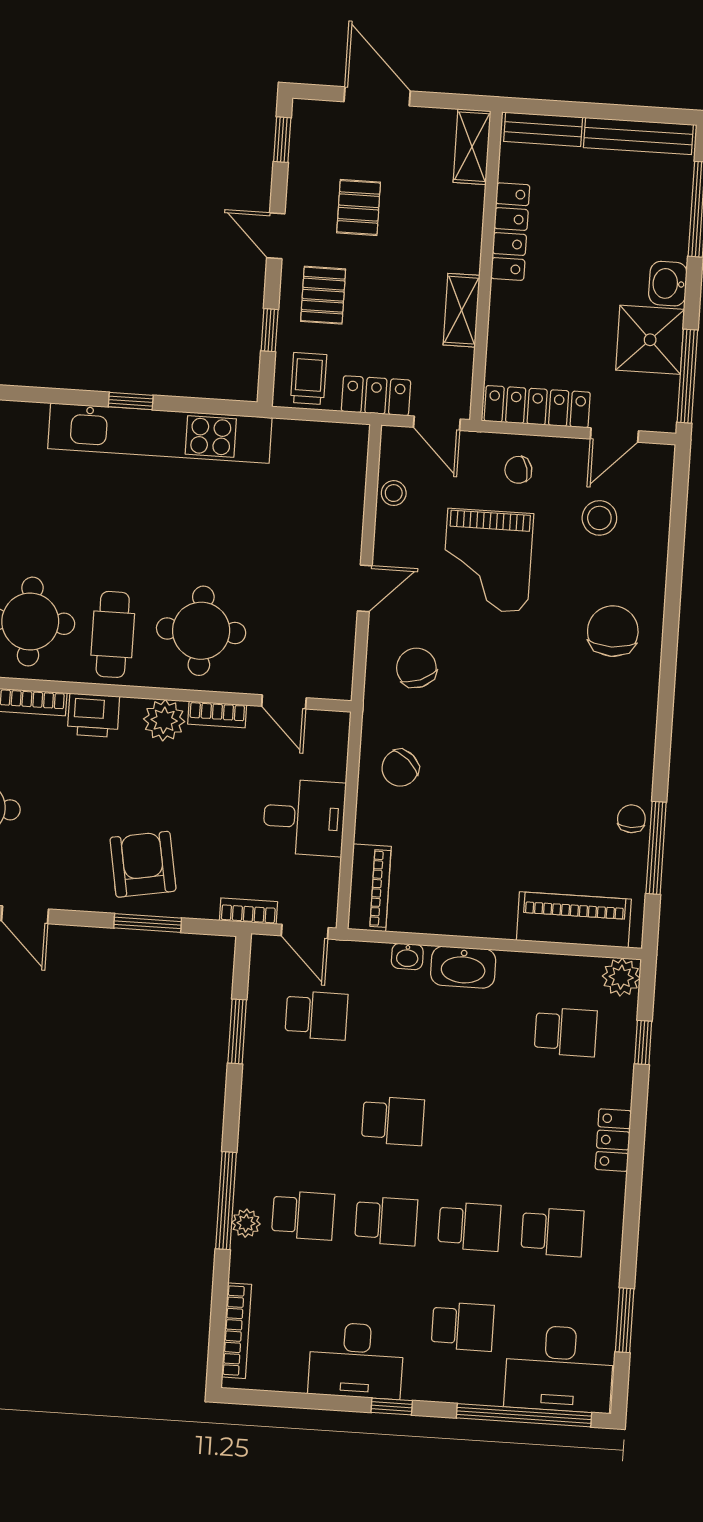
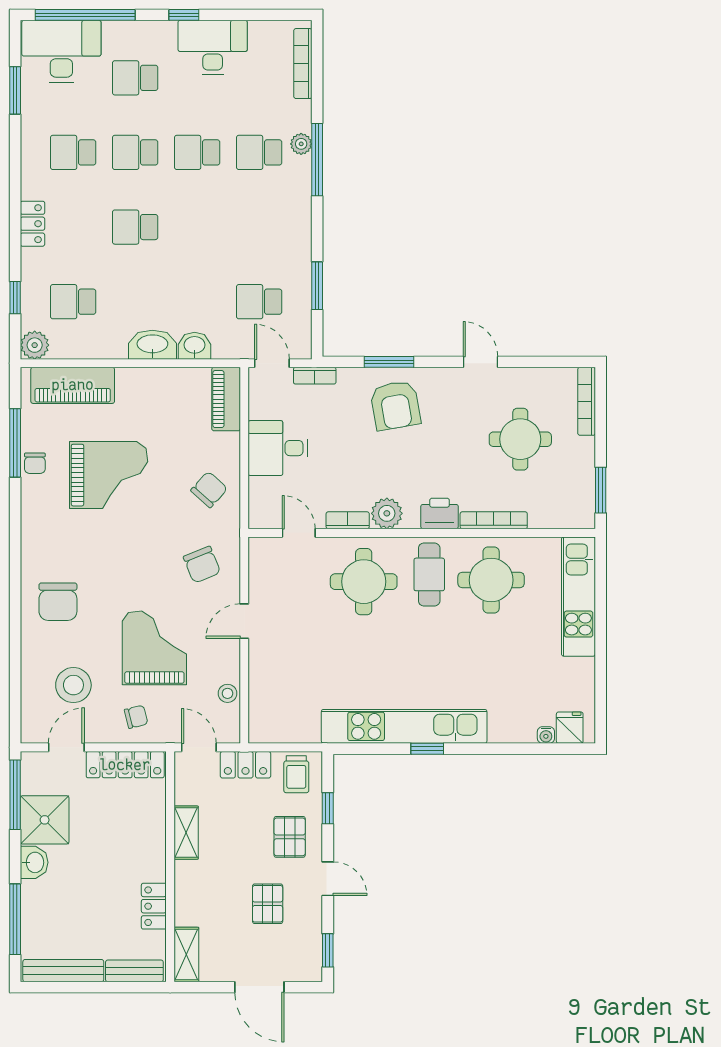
locker: (510, 232) -> (154, 906), width x0.66
stool: (599, 518) -> (73, 685), width x1.38, depth x1.38
grand piano: (534, 796) -> (109, 475), added
washbasin: (407, 956) -> (195, 346), width x1.38, depth x1.45
school desk: (393, 1121) -> (135, 227), moved

